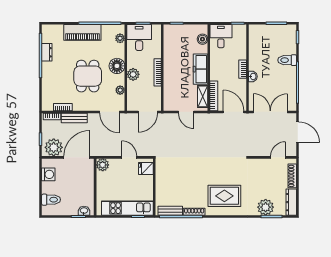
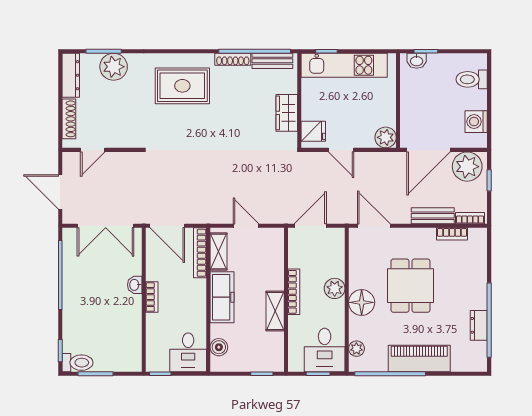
toilet: (287, 60) -> (77, 363), moved
shelving: (169, 61) -> (275, 311), added
plant: (120, 90) -> (356, 262), removed
wardrobe: (162, 180) -> (287, 113), added

